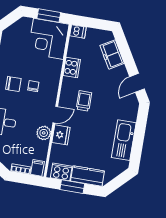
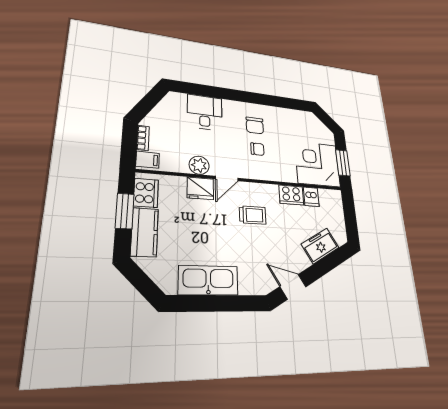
dishwasher: (78, 31) -> (311, 197), moved
door: (55, 115) -> (227, 179), hinge flipped

